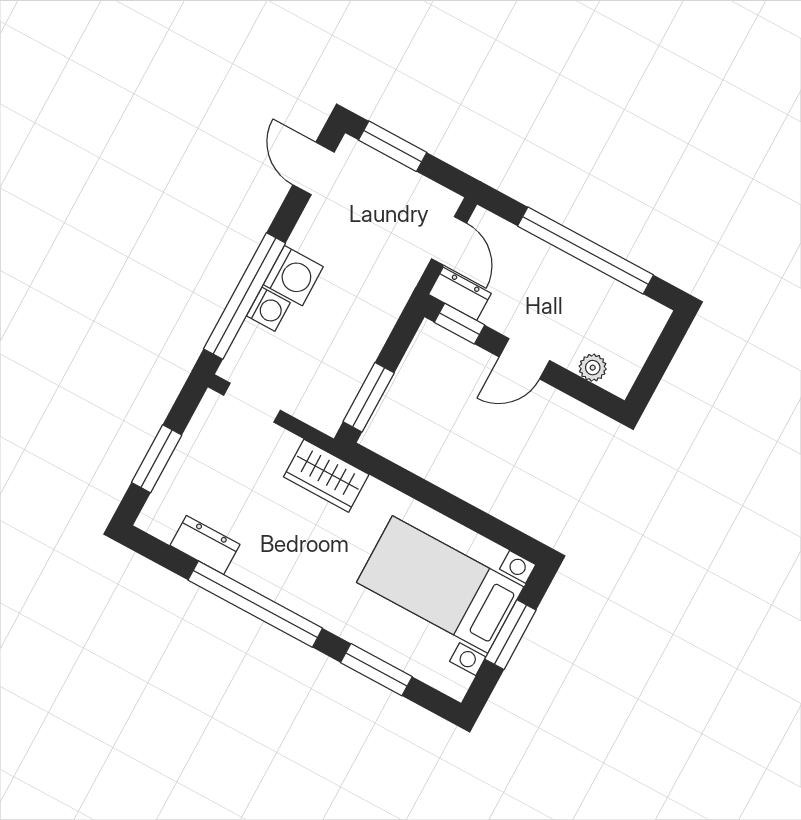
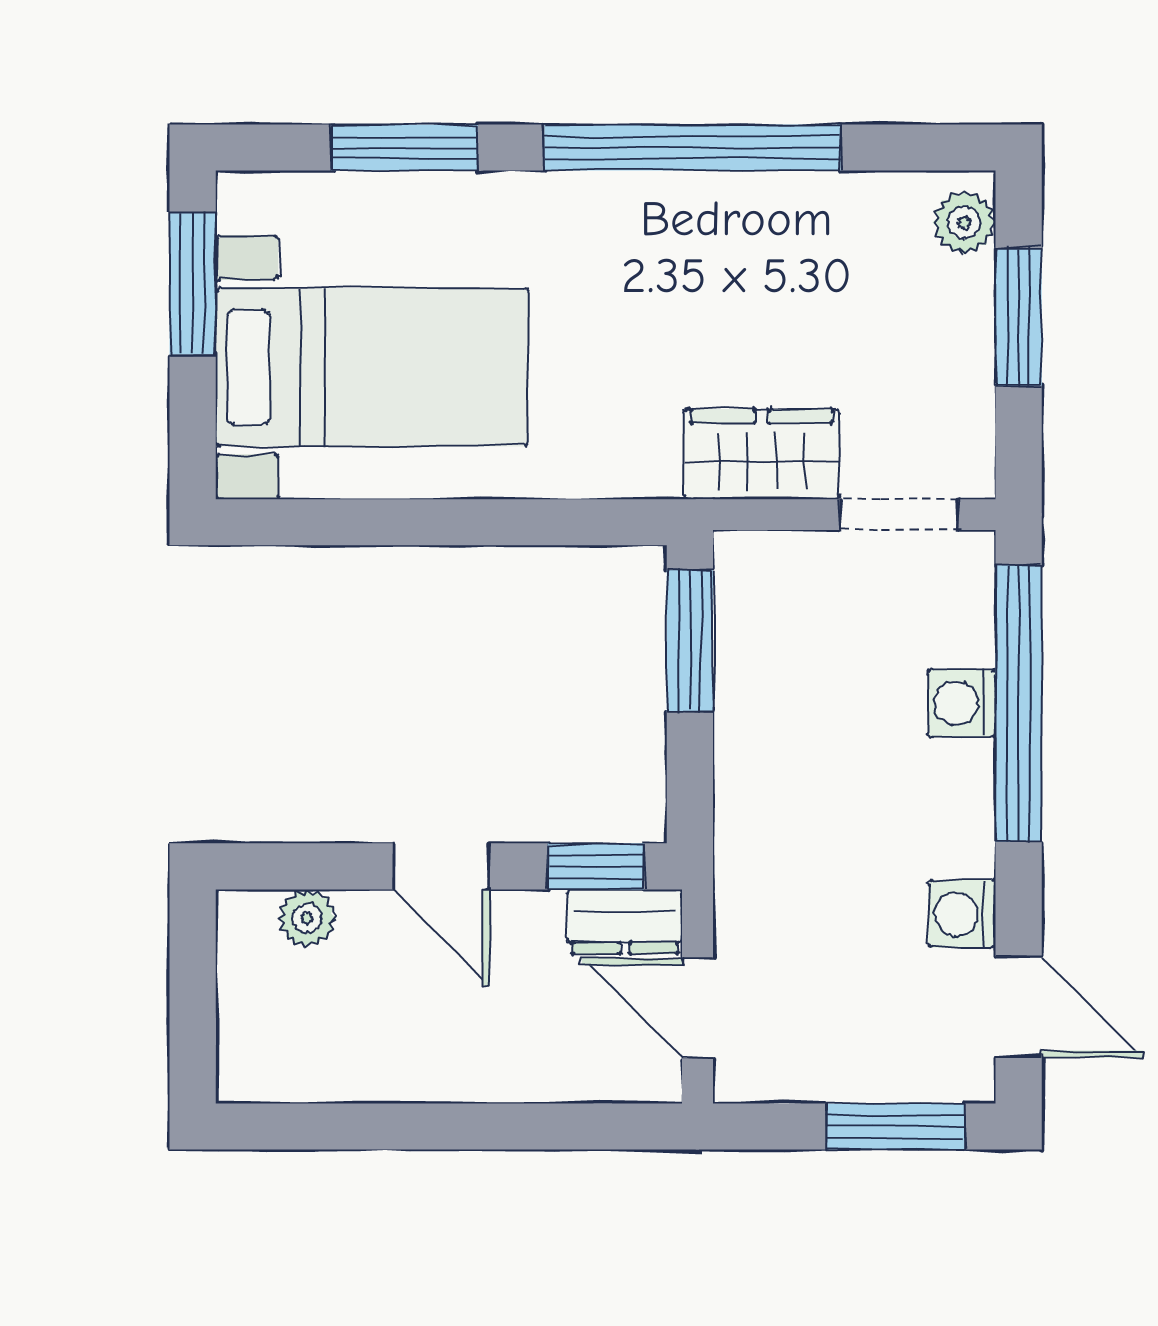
window: (585, 250) -> (437, 1126), removed
washing machine: (293, 276) -> (962, 914), moved, width x0.73, depth x0.73
door: (524, 359) -> (442, 866), swing flipped
wardrobe: (326, 476) -> (762, 454), moved
plant: (158, 511) -> (964, 222), added
dresser: (205, 545) -> (844, 206), removed
window: (510, 635) -> (193, 284), moved

